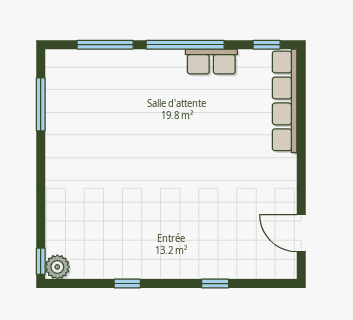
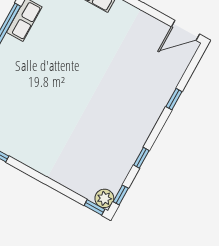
door: (301, 233) -> (186, 30), moved
window: (72, 284) -> (121, 195), added

